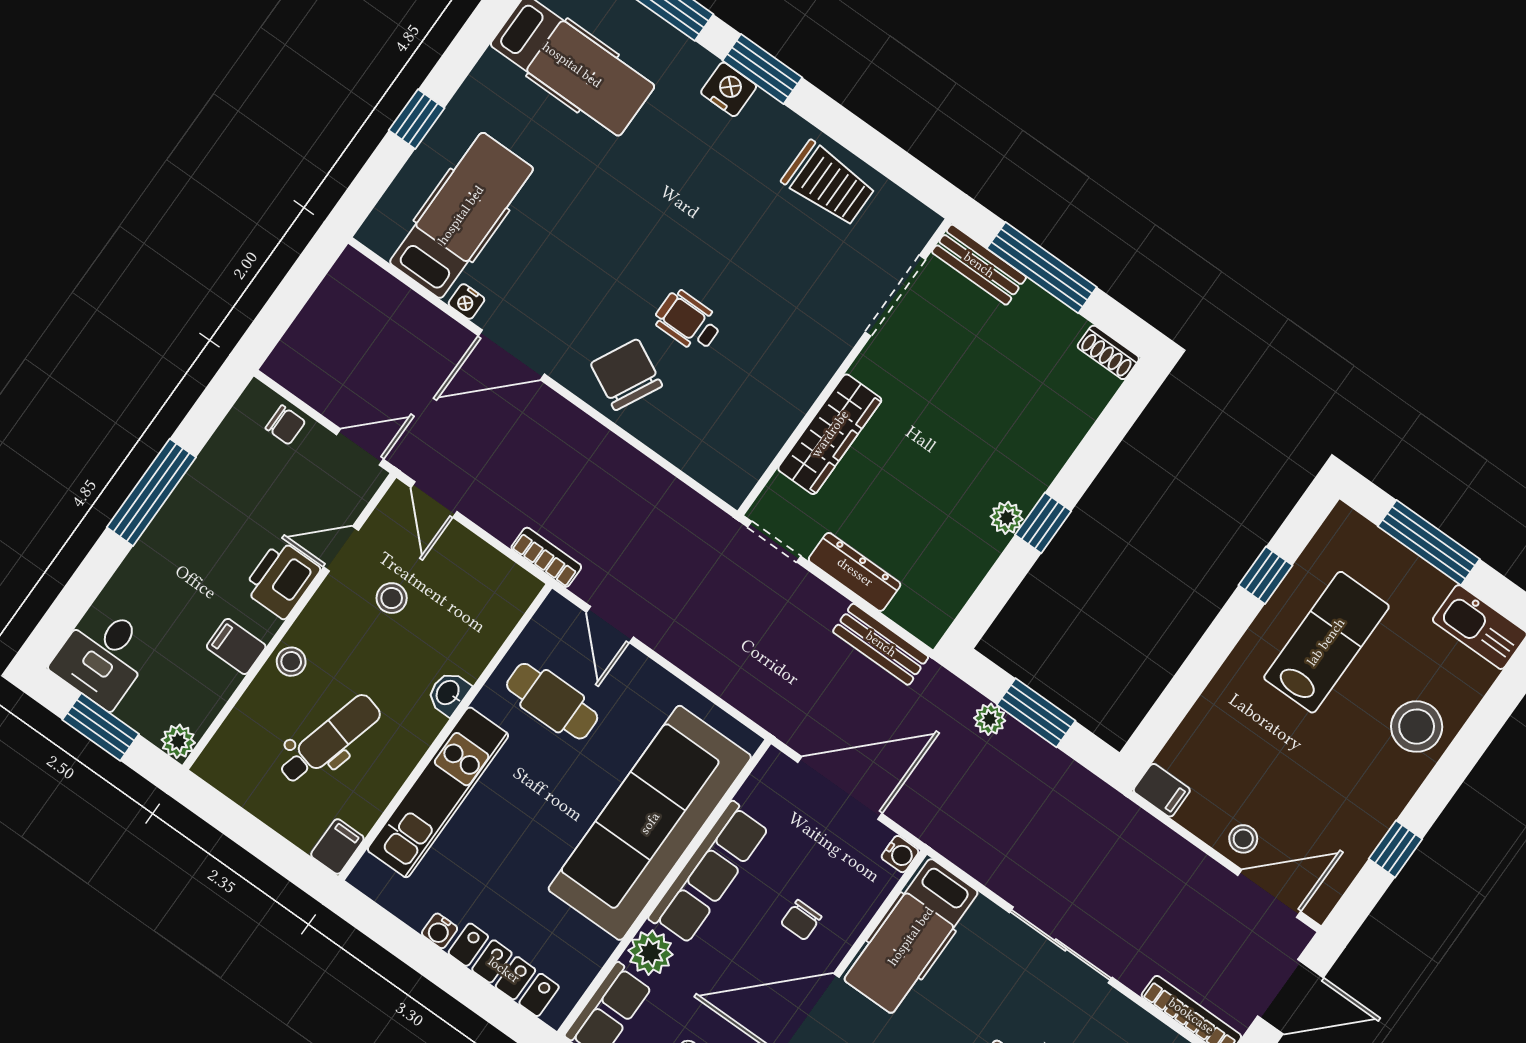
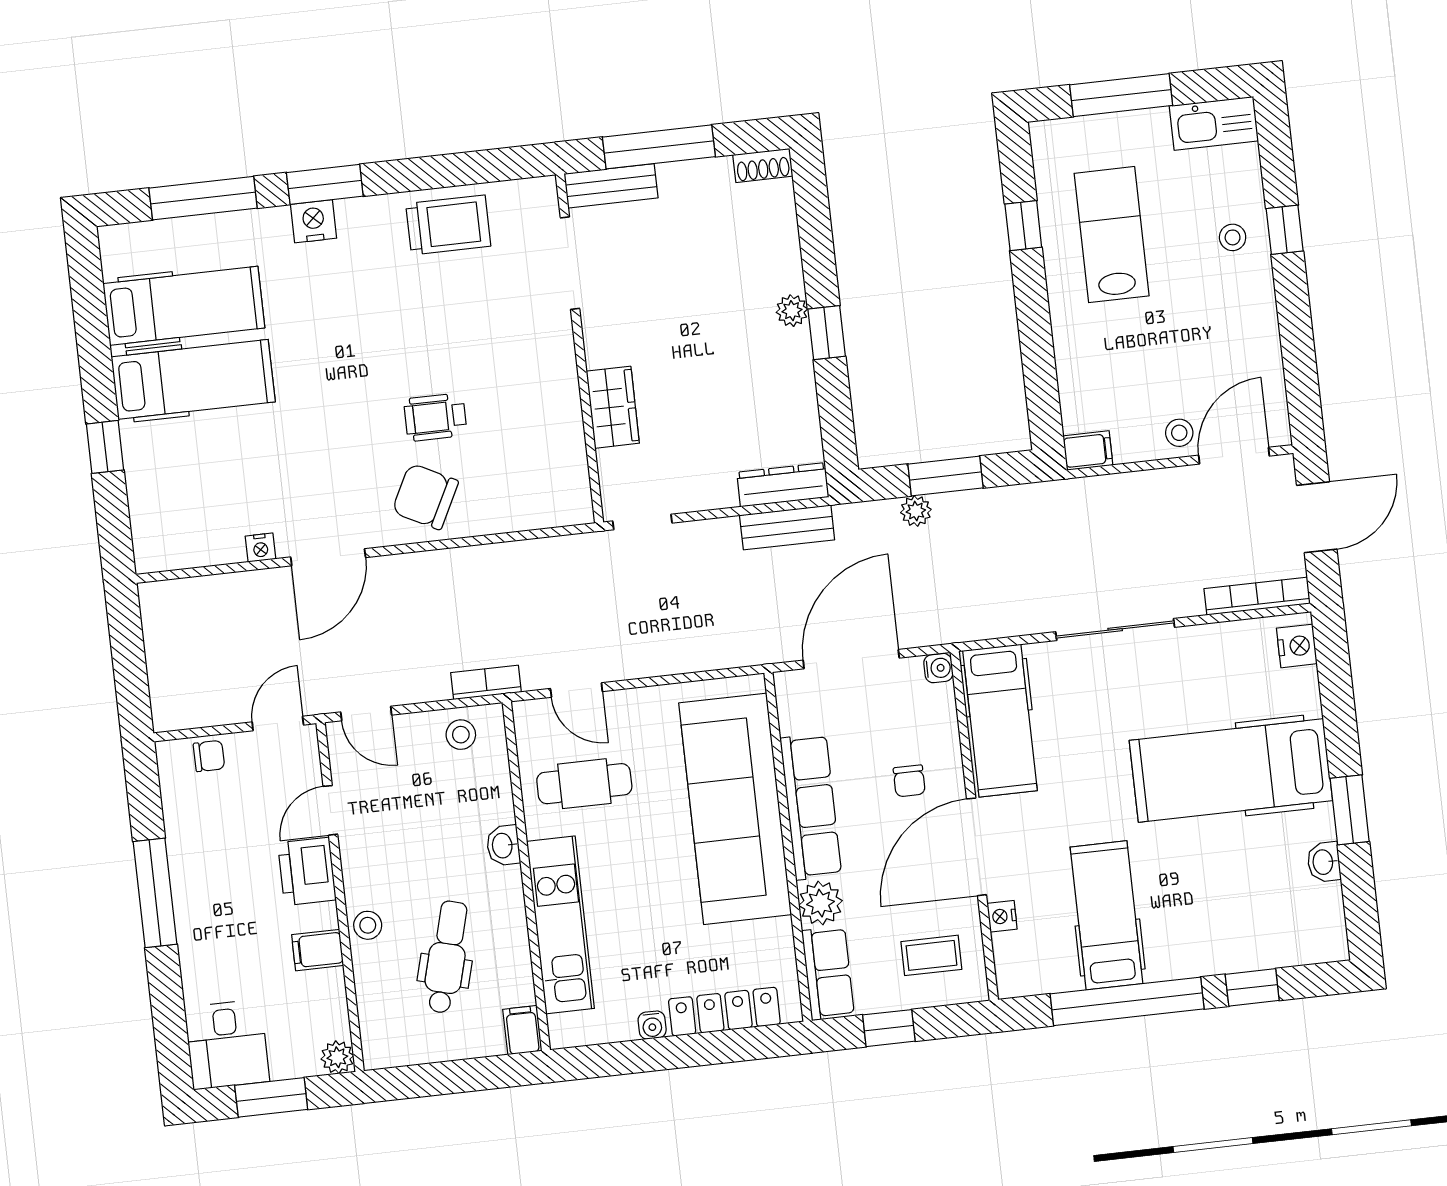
hospital bed: (461, 215) -> (193, 379), moved, turned 90
wardrobe: (830, 434) -> (613, 407), width x0.67
plant: (1007, 518) -> (792, 311), moved
dresser: (855, 572) -> (783, 485), moved
stool: (392, 598) -> (461, 735), moved
stool: (1417, 727) -> (1233, 237), width x0.53, depth x0.53
window: (1395, 849) -> (1285, 230), moved

